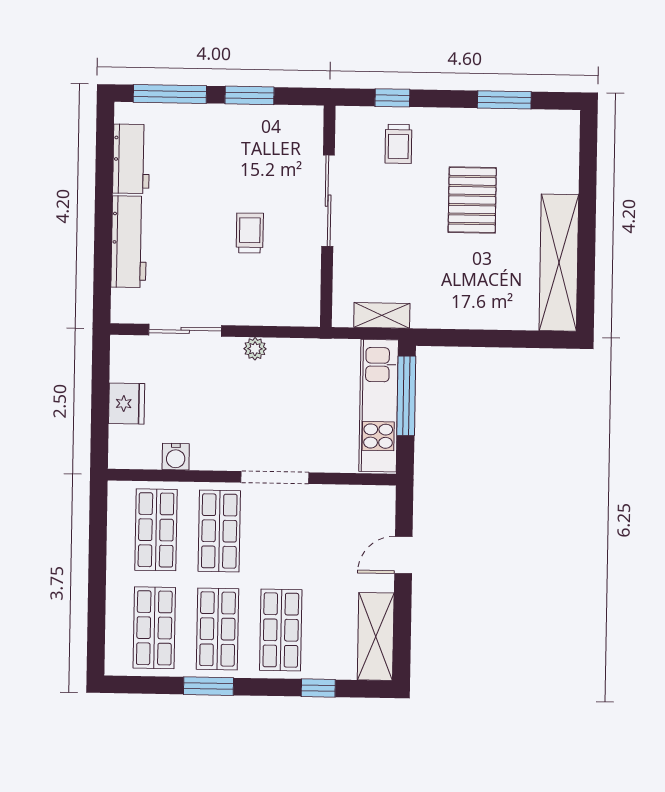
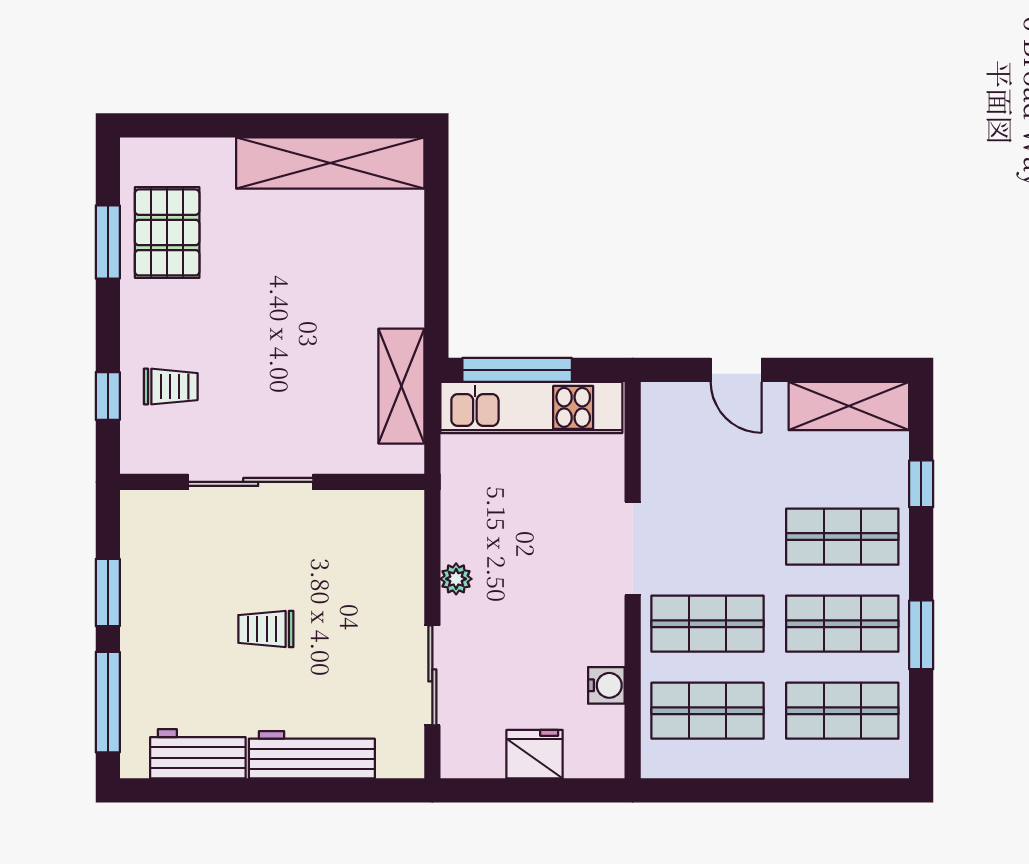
pallet: (472, 200) -> (167, 232), moved, turned 90
trolley: (250, 233) -> (266, 629), moved
shelving: (382, 315) -> (401, 386), width x1.50, depth x1.33

